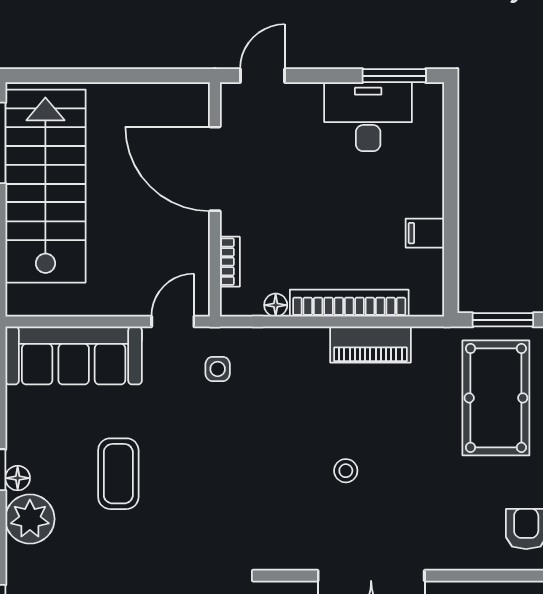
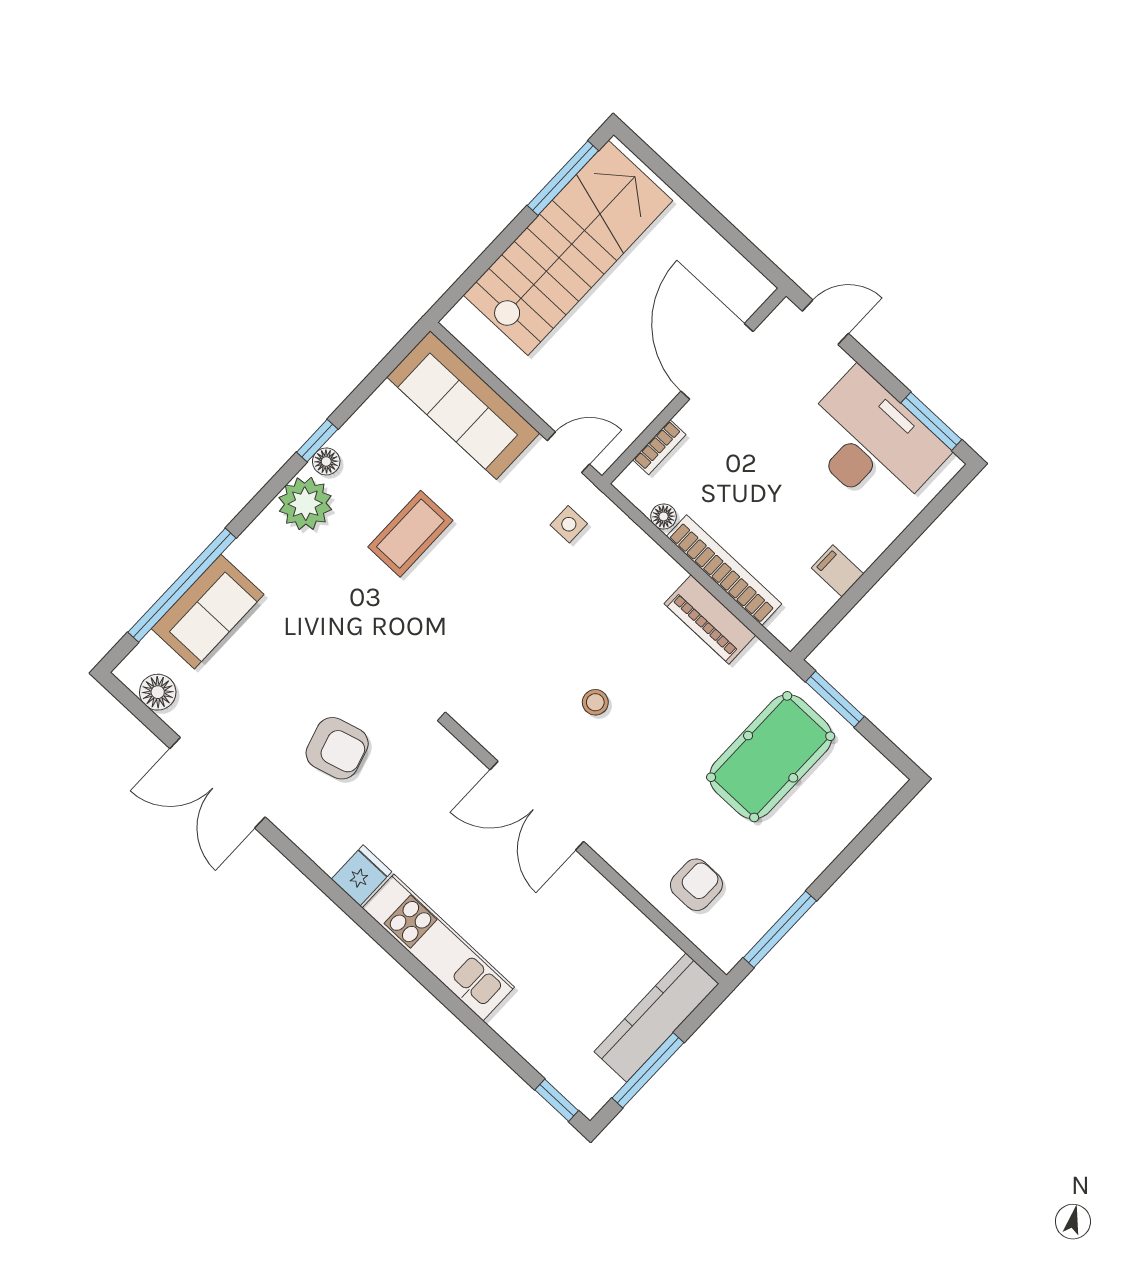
desk: (368, 117) -> (872, 443), width x1.36, depth x1.30

